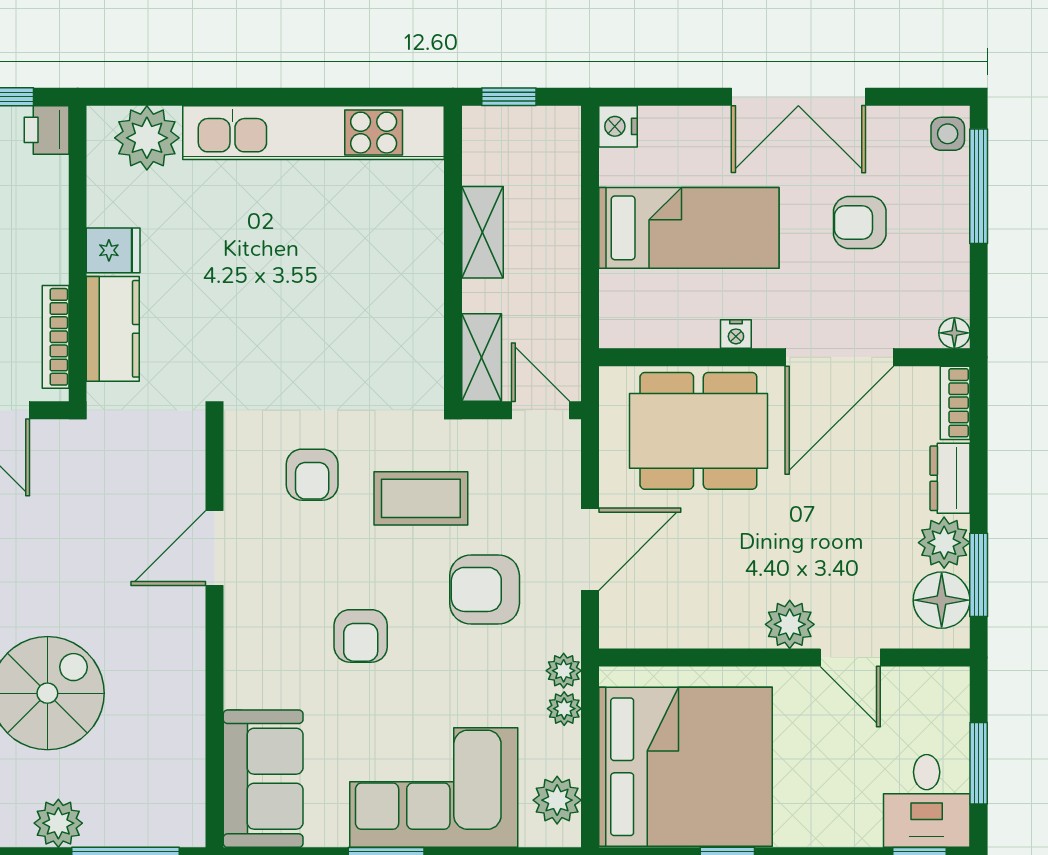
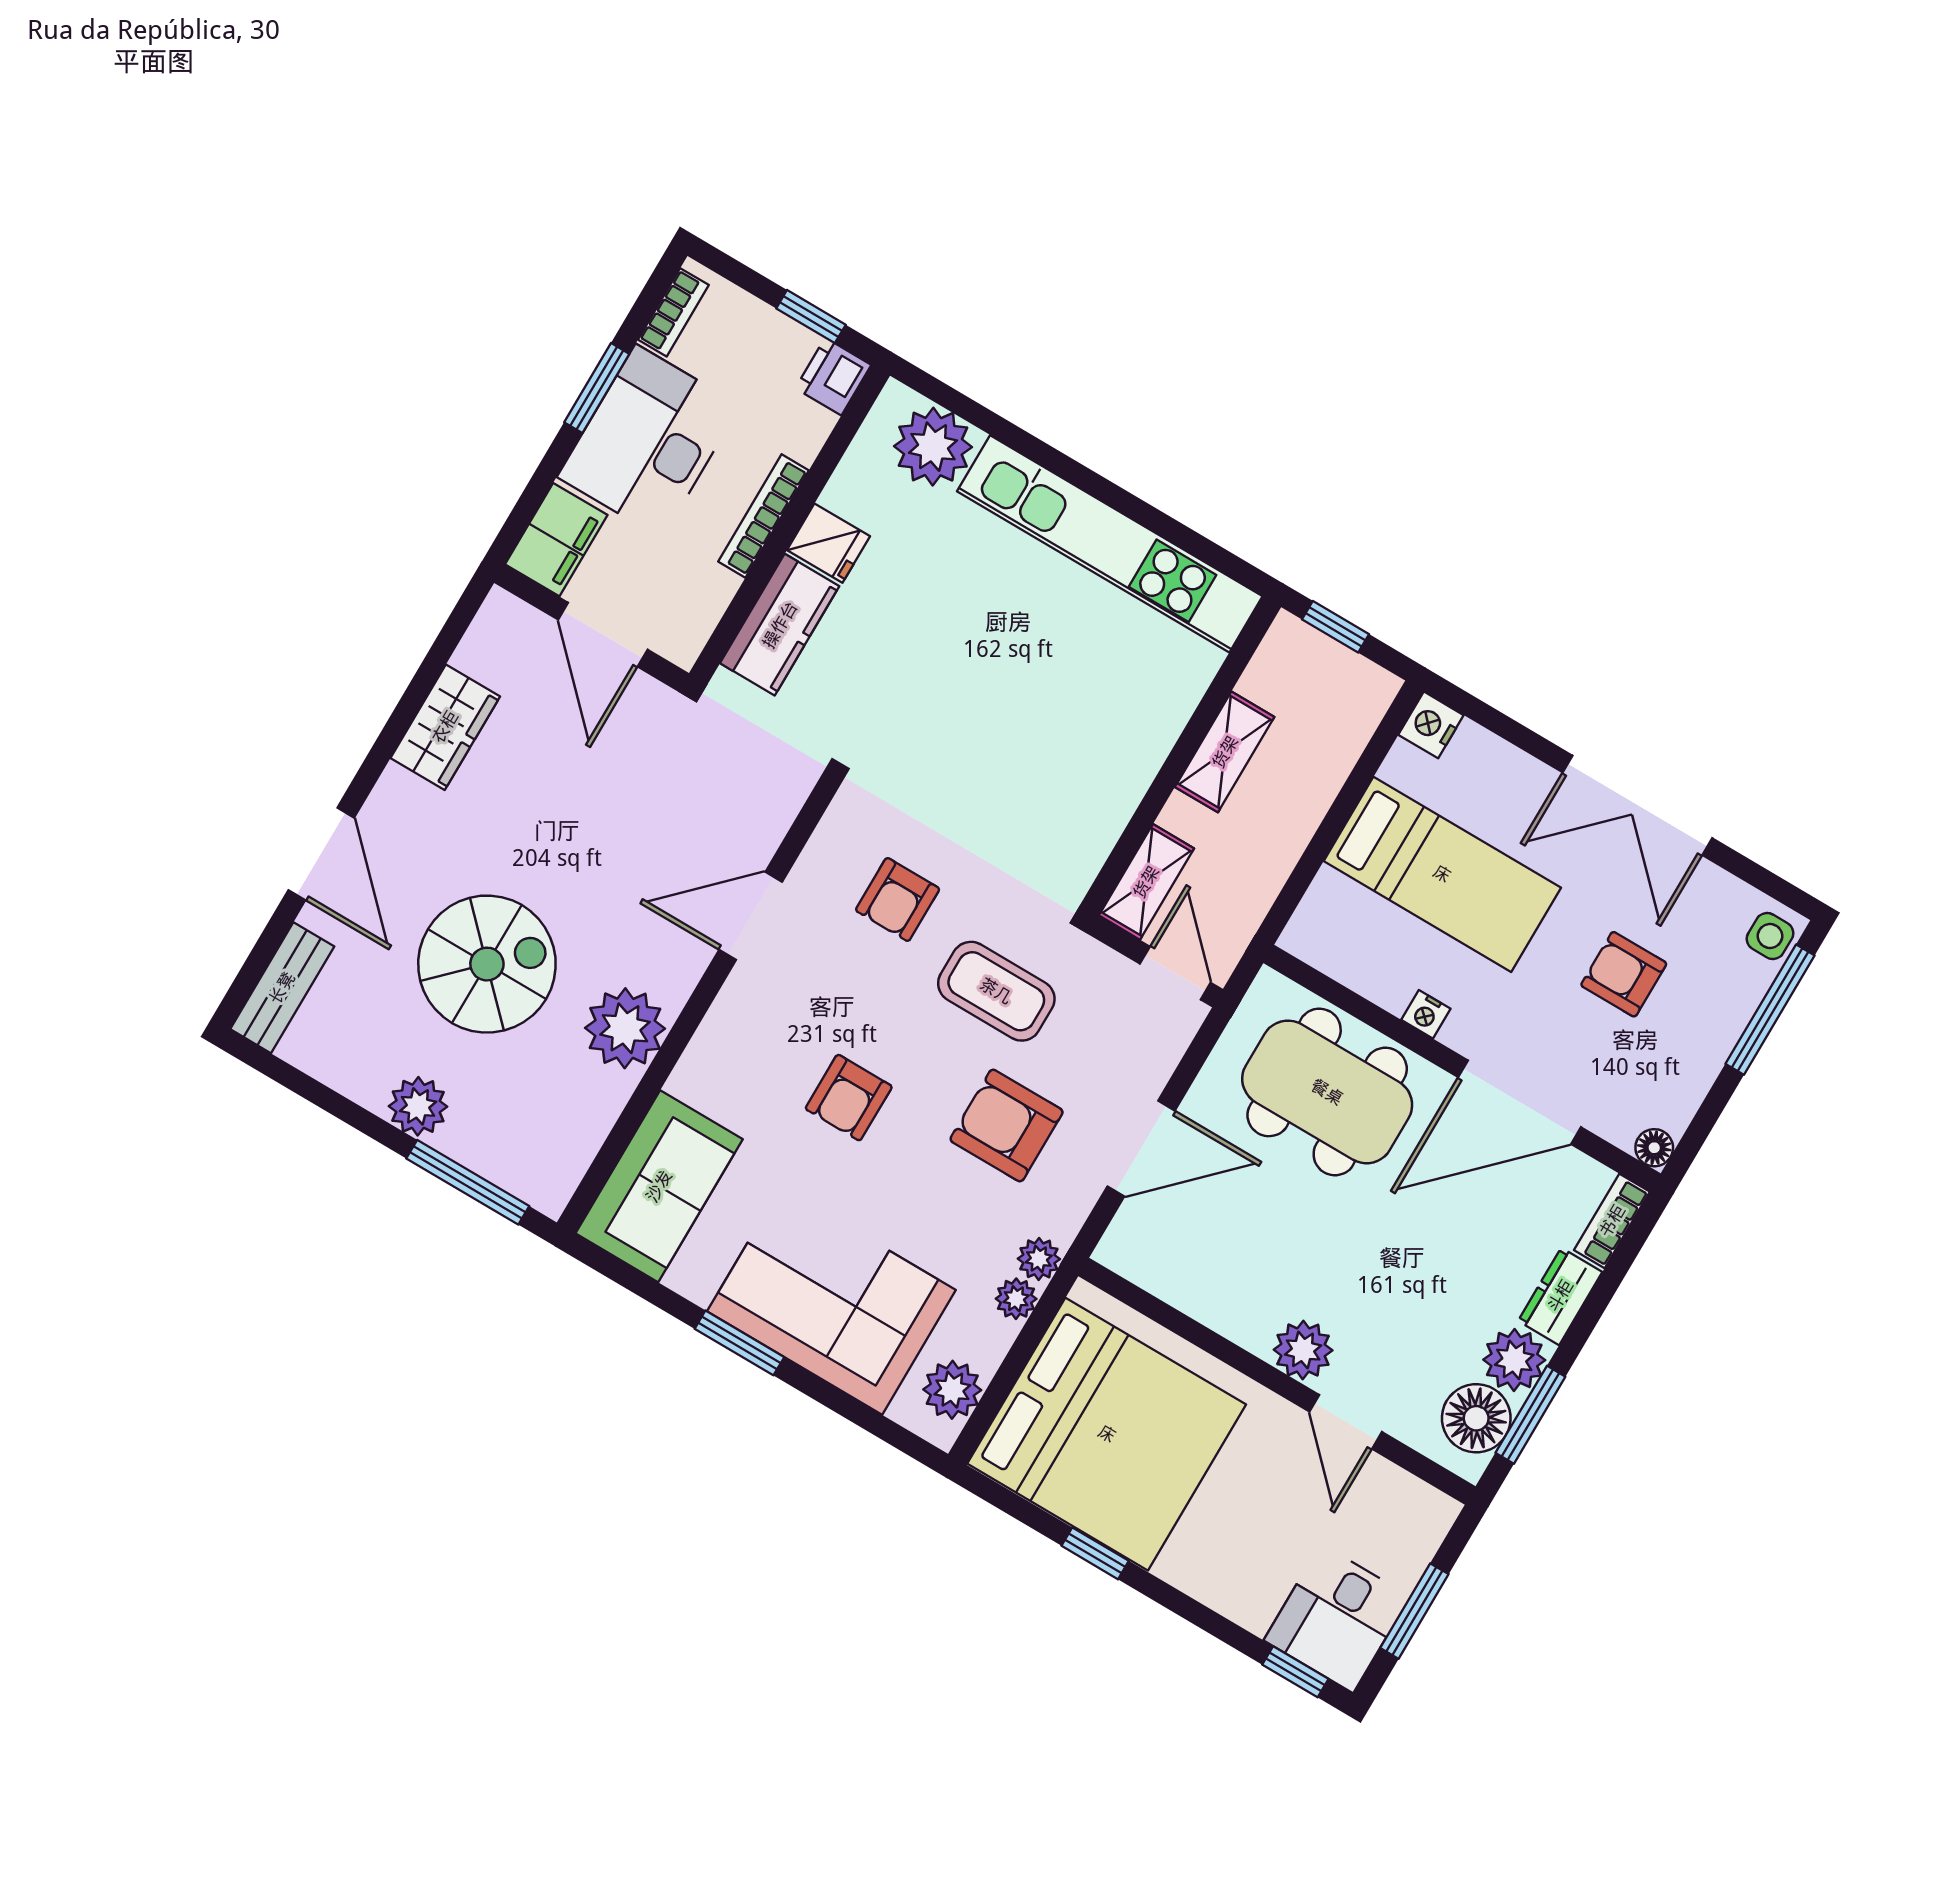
bookcase: (56, 337) -> (764, 516), moved
plant: (173, 681) -> (625, 1028), added

